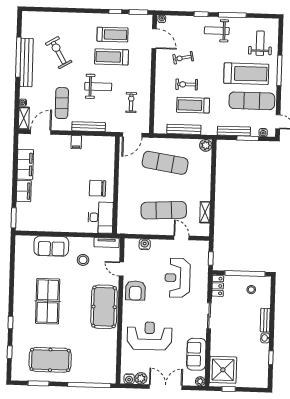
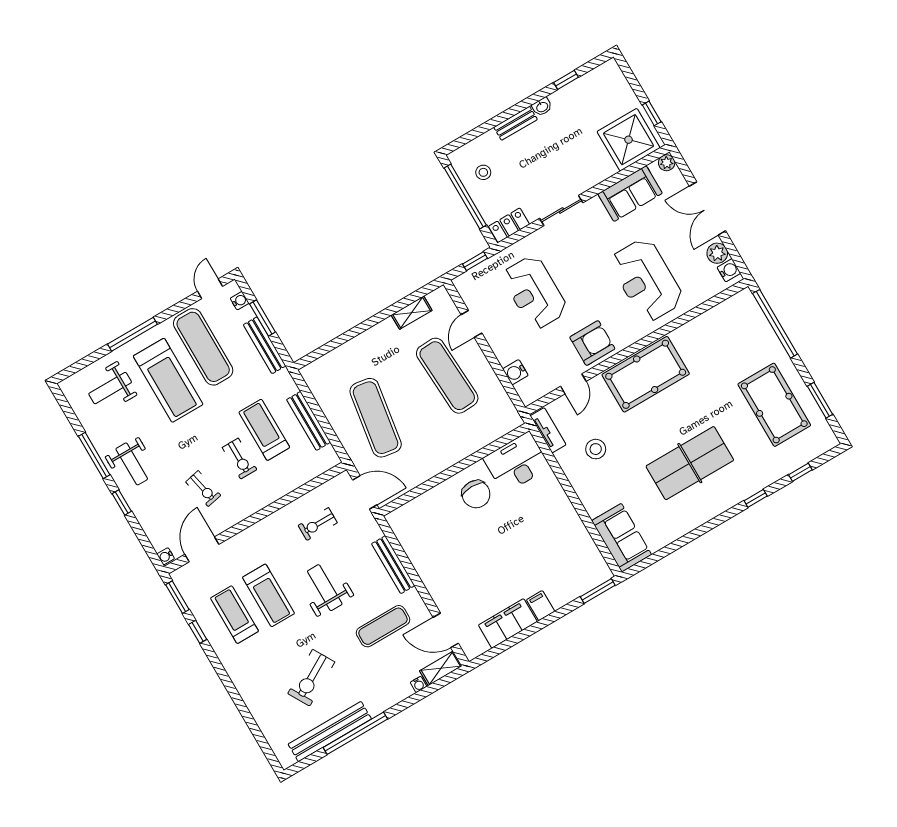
bench: (26, 63) -> (330, 731), moved
treadmill: (246, 74) -> (168, 380), turned 180
treadmill: (193, 105) -> (264, 430), turned 180
filing cabinet: (76, 142) -> (427, 568), removed
plant: (206, 145) -> (312, 374), removed
filing cabinet: (24, 191) -> (541, 606), width x0.50
sofa: (51, 246) -> (622, 538), moved
reception desk: (178, 278) -> (534, 292), turned 90

